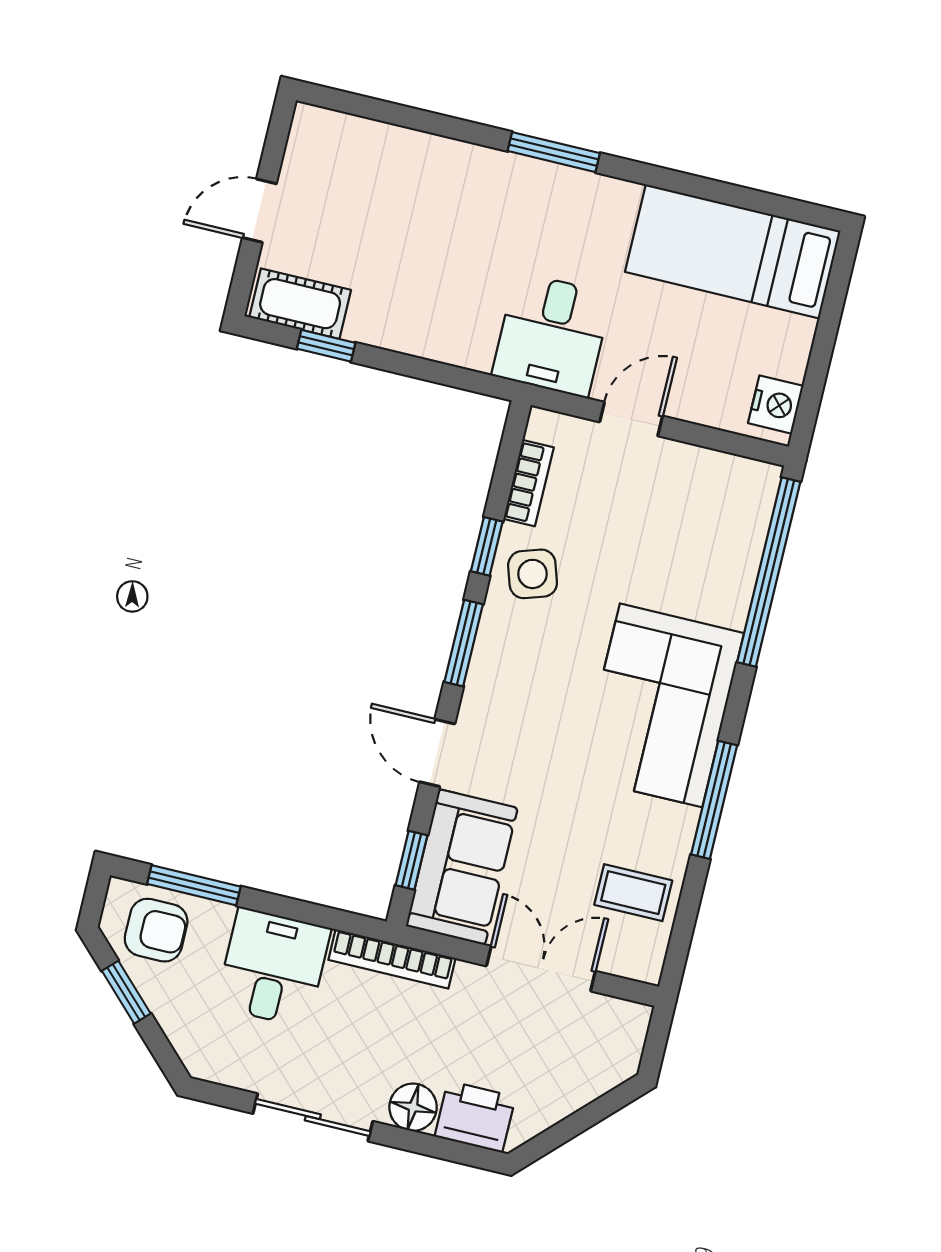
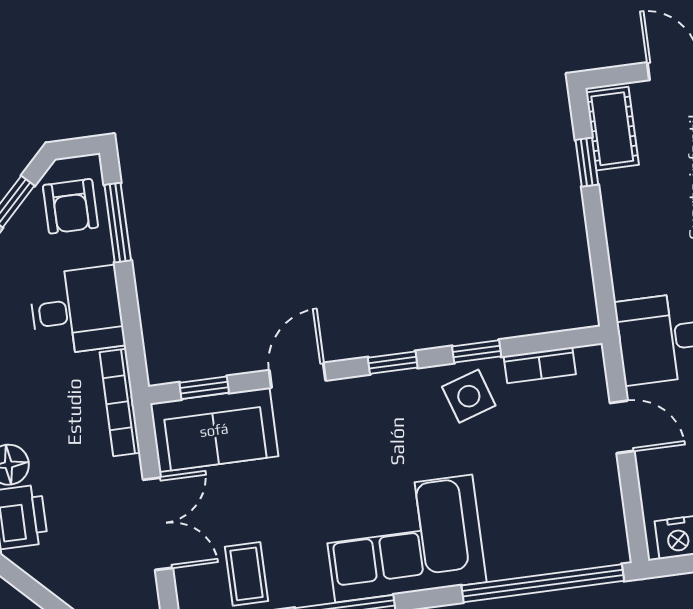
window: (464, 643) -> (393, 363), width x0.67

